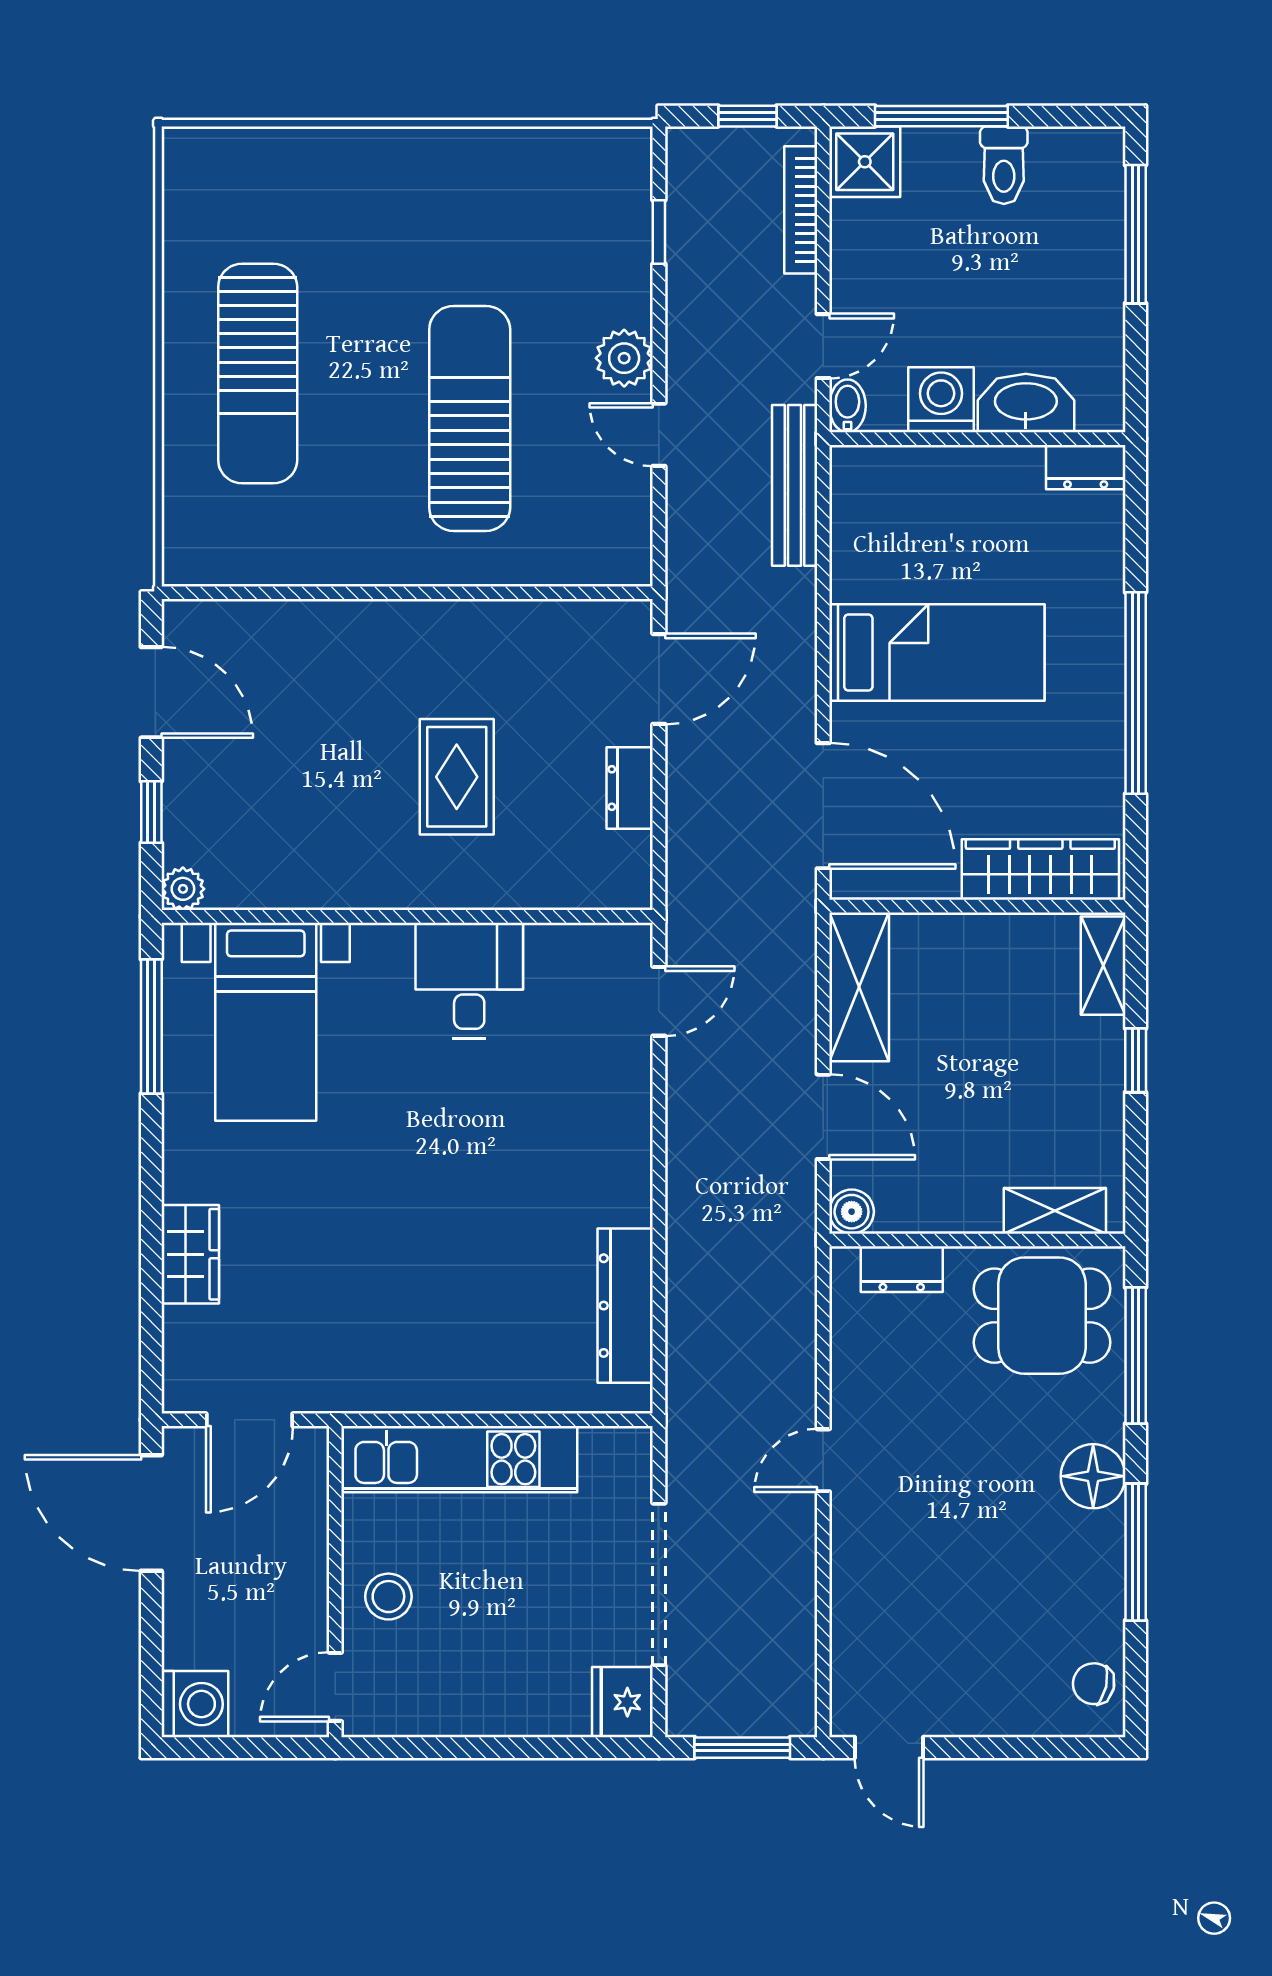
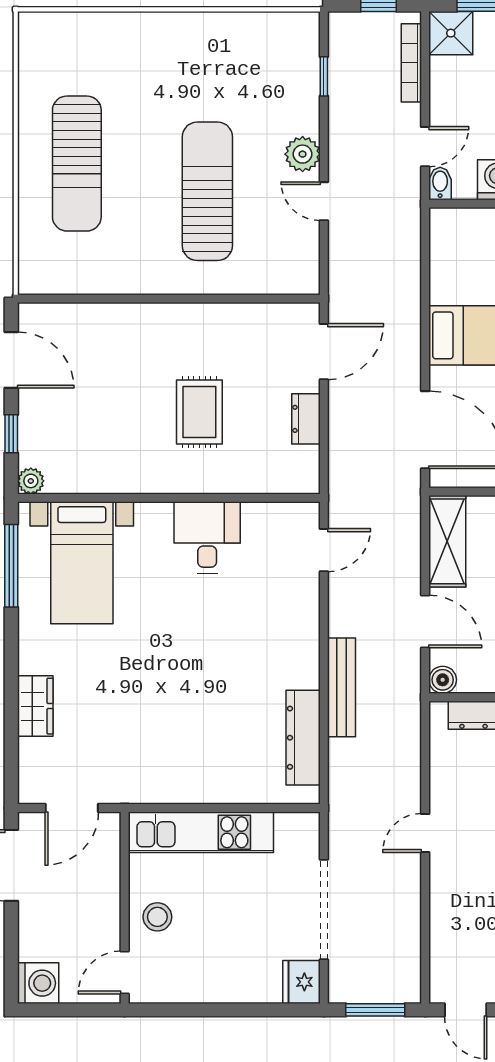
bench: (795, 485) -> (342, 687), moved

